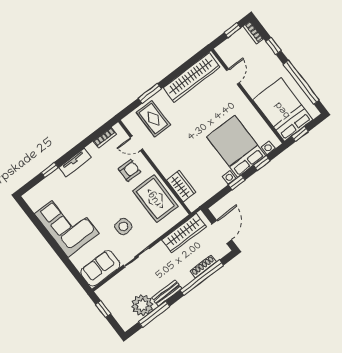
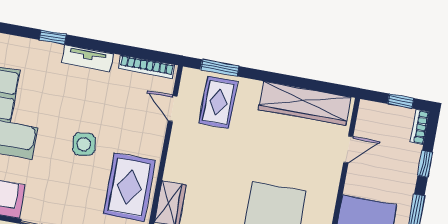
window: (150, 93) -> (220, 68), moved
bookcase: (105, 138) -> (147, 67), width x1.56
armchair: (129, 170) -> (134, 128), removed
side table: (123, 226) -> (84, 144), moved

